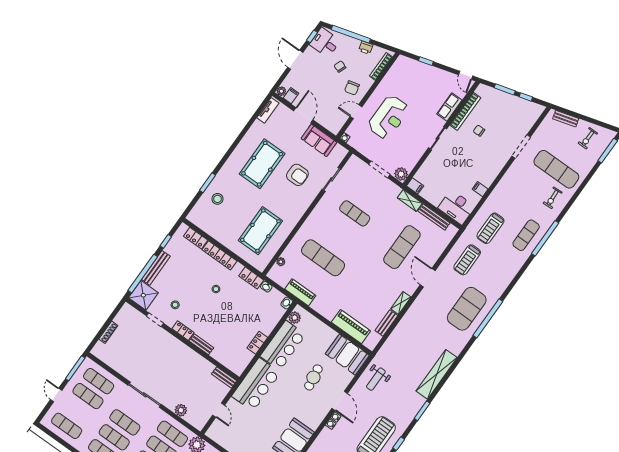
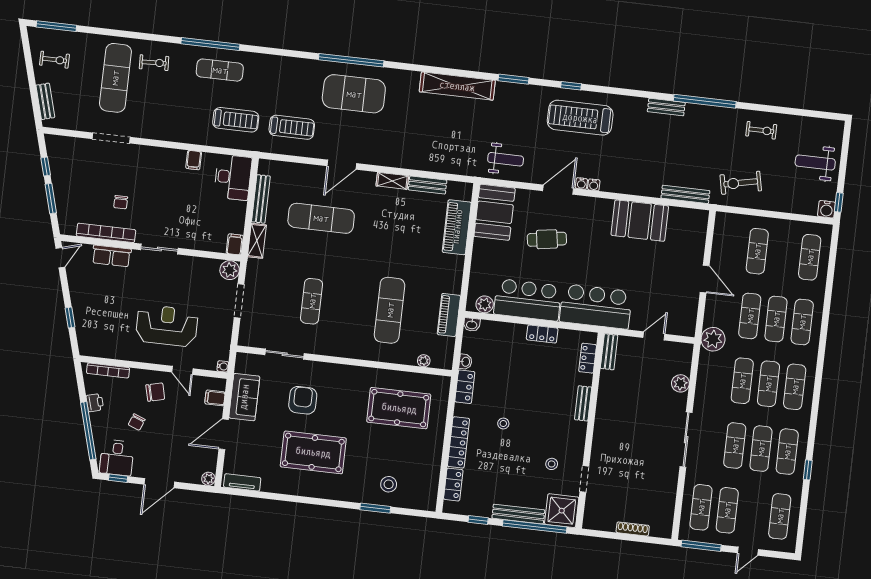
filing cabinet: (291, 96) -> (215, 398), moved
locker: (183, 331) -> (588, 358), moved
exercise mat: (172, 434) -> (716, 378), removed

